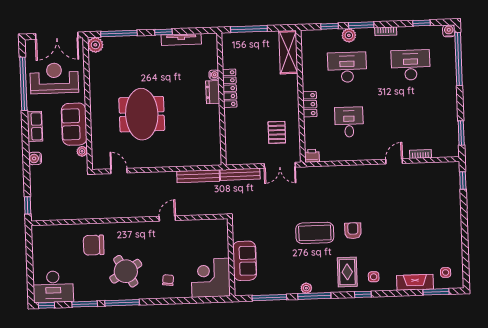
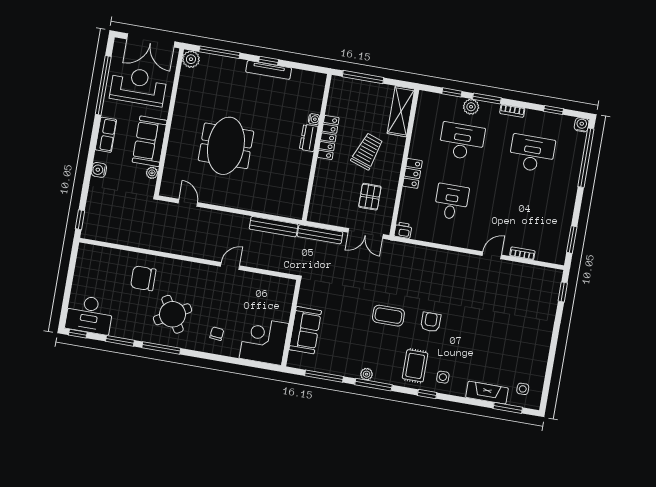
tv unit: (181, 40) -> (269, 70), moved
trolley: (266, 93) -> (367, 151), added
coffee table: (315, 233) -> (388, 316), width x0.73, depth x0.76

